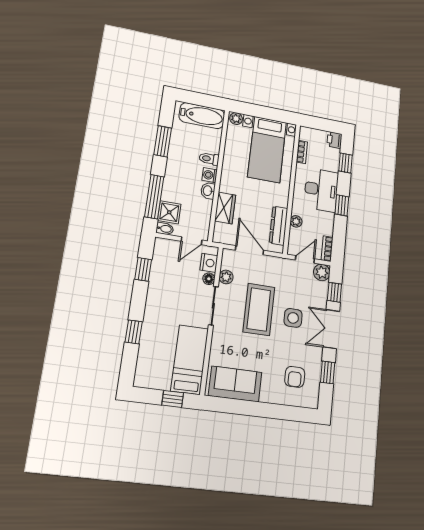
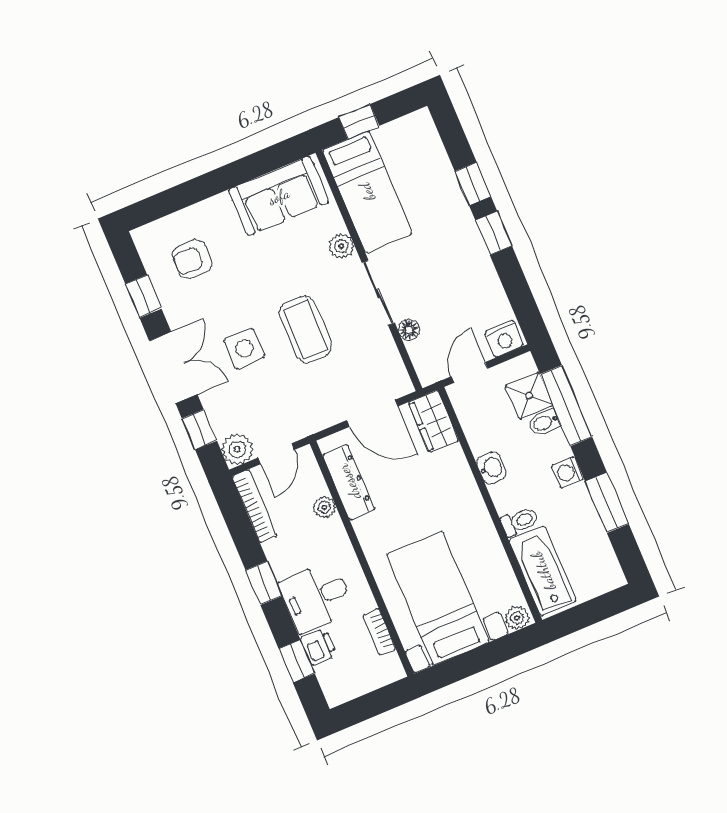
bathtub: (202, 116) -> (543, 571), moved, turned 90
printer: (334, 140) -> (319, 647), moved
washing machine: (210, 175) -> (568, 472), moved, turned 180
desk: (321, 190) -> (316, 597), width x0.73
wardrobe: (225, 208) -> (434, 421), moved
bidet: (165, 229) -> (544, 423), moved
bookcase: (327, 249) -> (254, 506), width x1.56
nightstand: (209, 263) -> (504, 339), moved, turned -90
window: (143, 269) -> (494, 233), moved
plant: (226, 277) -> (341, 246), moved
coffee table: (259, 309) -> (305, 329), width x0.73, depth x0.76
armchair: (295, 377) -> (192, 259), turned -90

